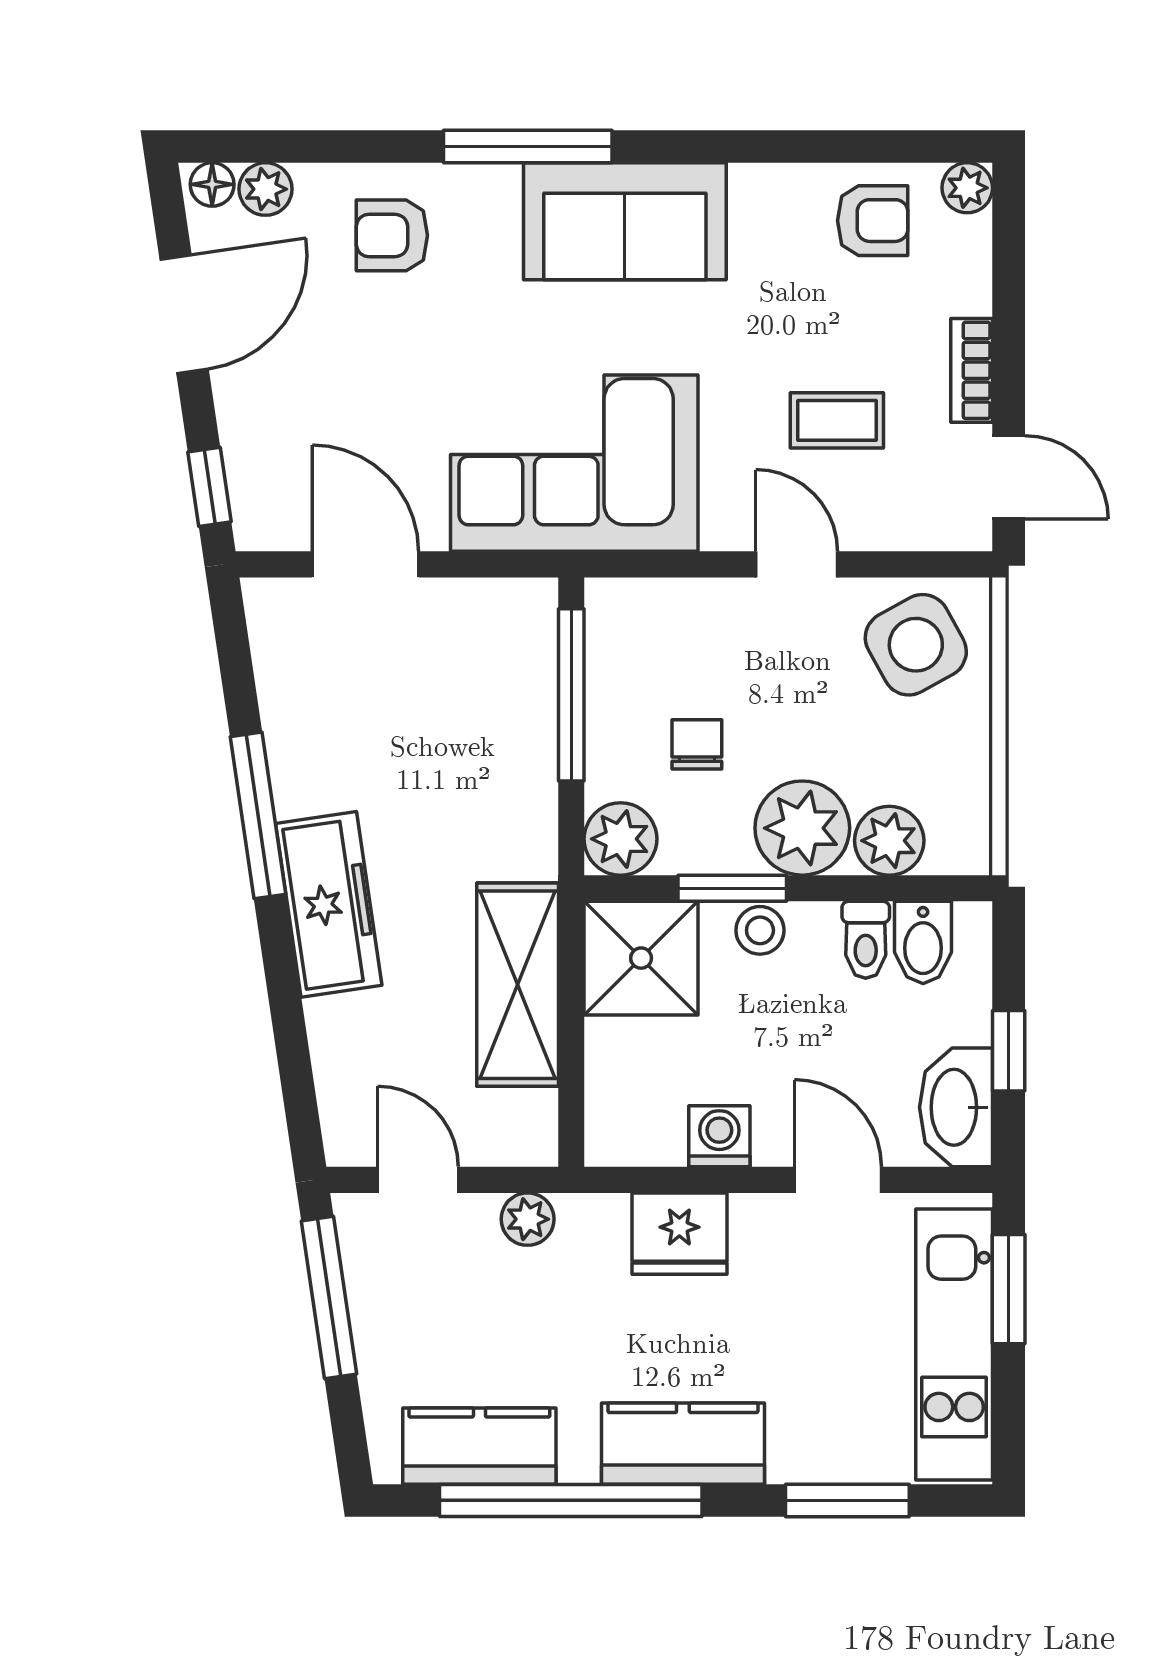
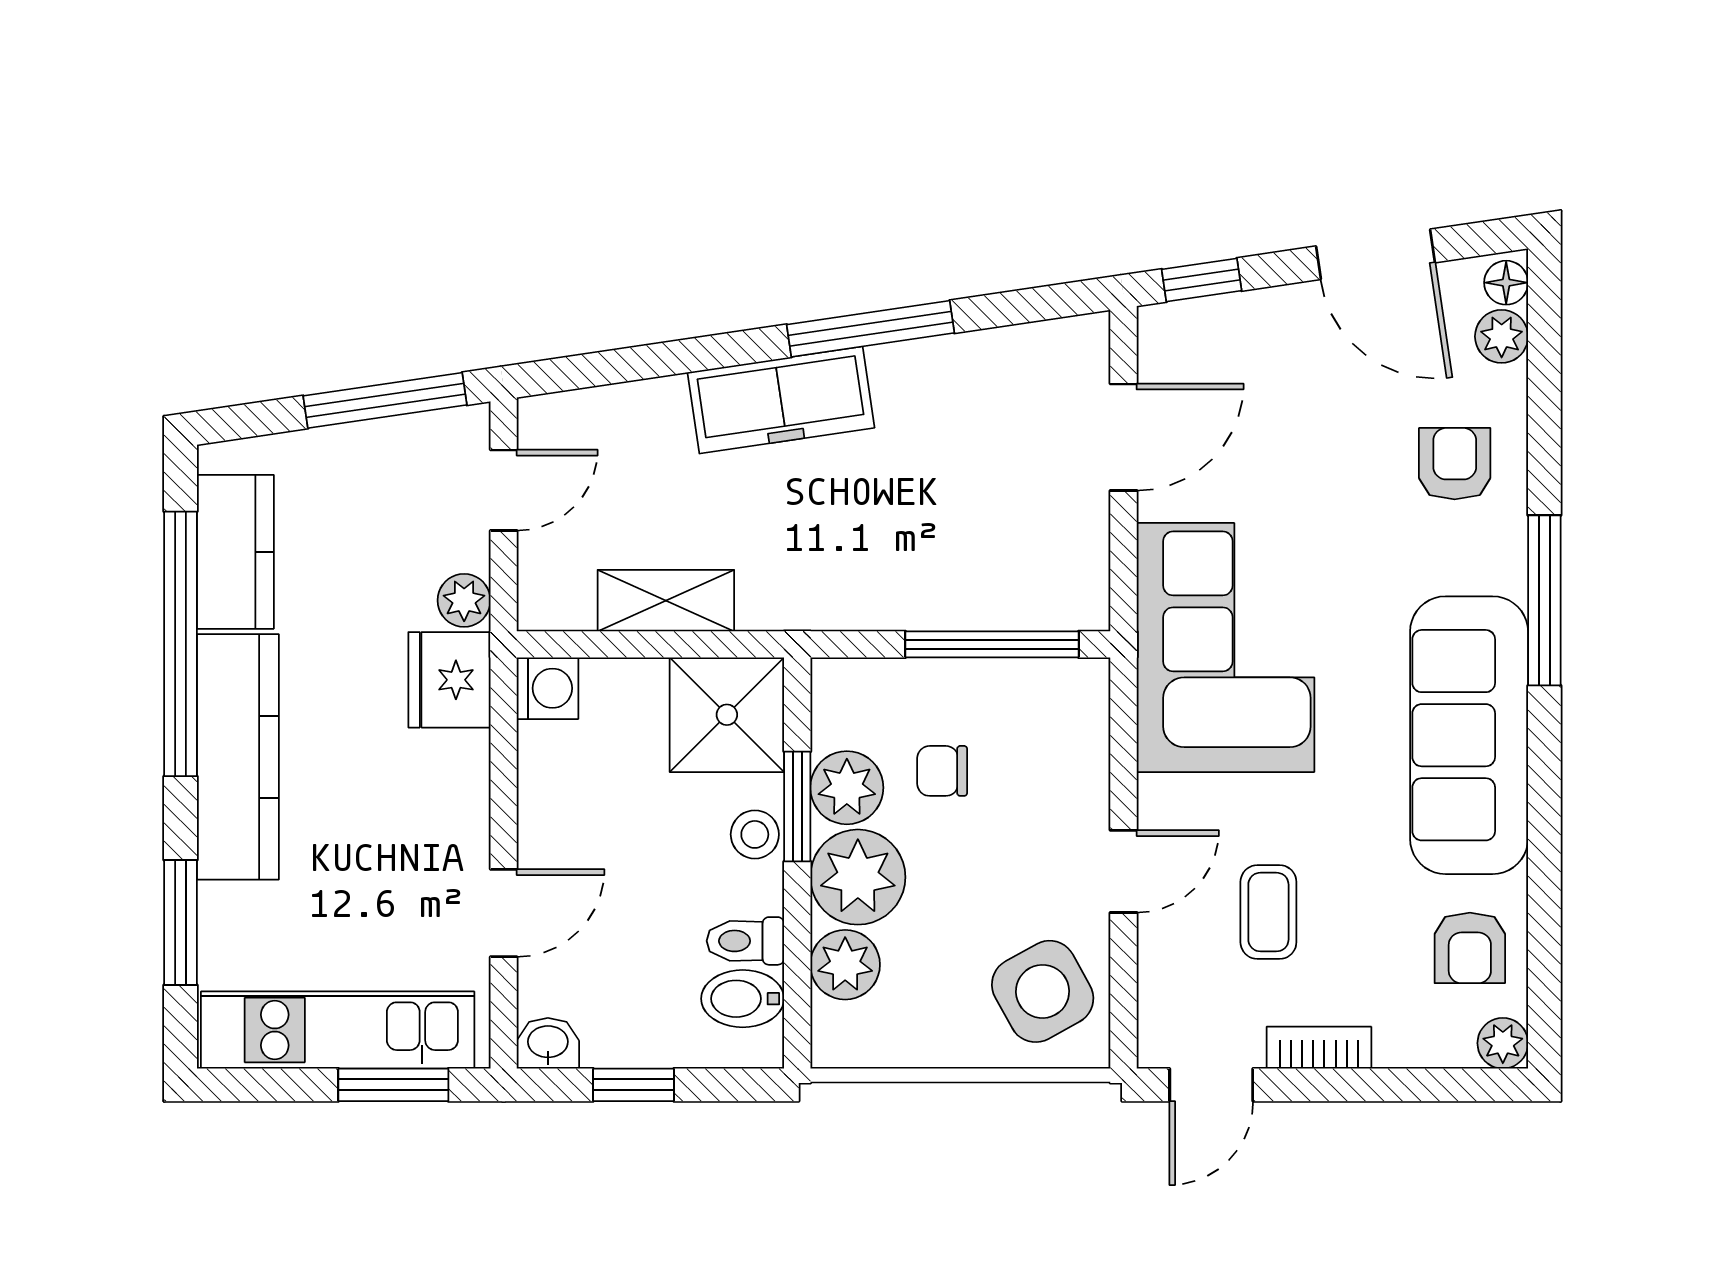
sofa: (625, 221) -> (1469, 735), width x1.36
chair: (697, 744) -> (942, 771), turned 180
plant: (621, 839) -> (847, 788), moved
shelving: (518, 985) -> (666, 601), width x0.67, depth x0.75
washbasin: (956, 1107) -> (548, 1043), width x0.52, depth x0.69
washing machine: (719, 1136) -> (547, 688), moved
fridge: (679, 1234) -> (449, 680), moved
kitchen counter: (683, 1444) -> (238, 757), width x1.50

